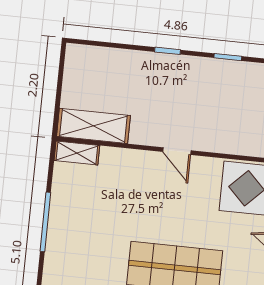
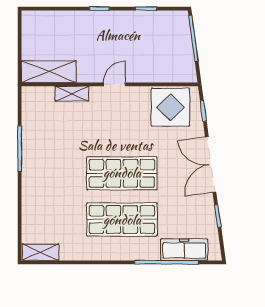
door: (177, 151) -> (114, 84), swing flipped
shelving: (77, 153) -> (72, 94), moved

